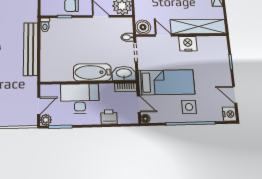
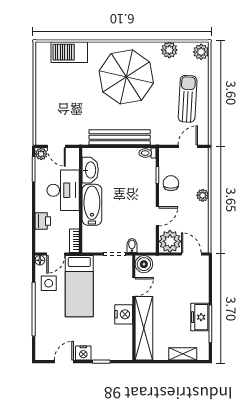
washbasin: (124, 73) -> (90, 170), moved
side table: (189, 107) -> (49, 283), moved
nightstand: (229, 114) -> (83, 353), moved

